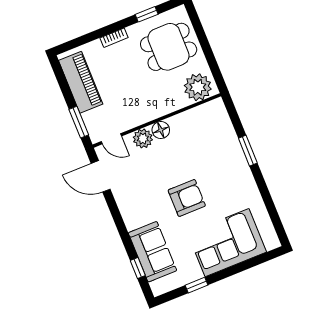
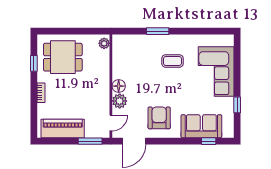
dining table: (169, 47) -> (63, 57), turned 90
plant: (198, 87) -> (104, 43), width x0.53, depth x0.53
coffee table: (218, 184) -> (173, 61), added
armchair: (187, 198) -> (159, 118), moved

